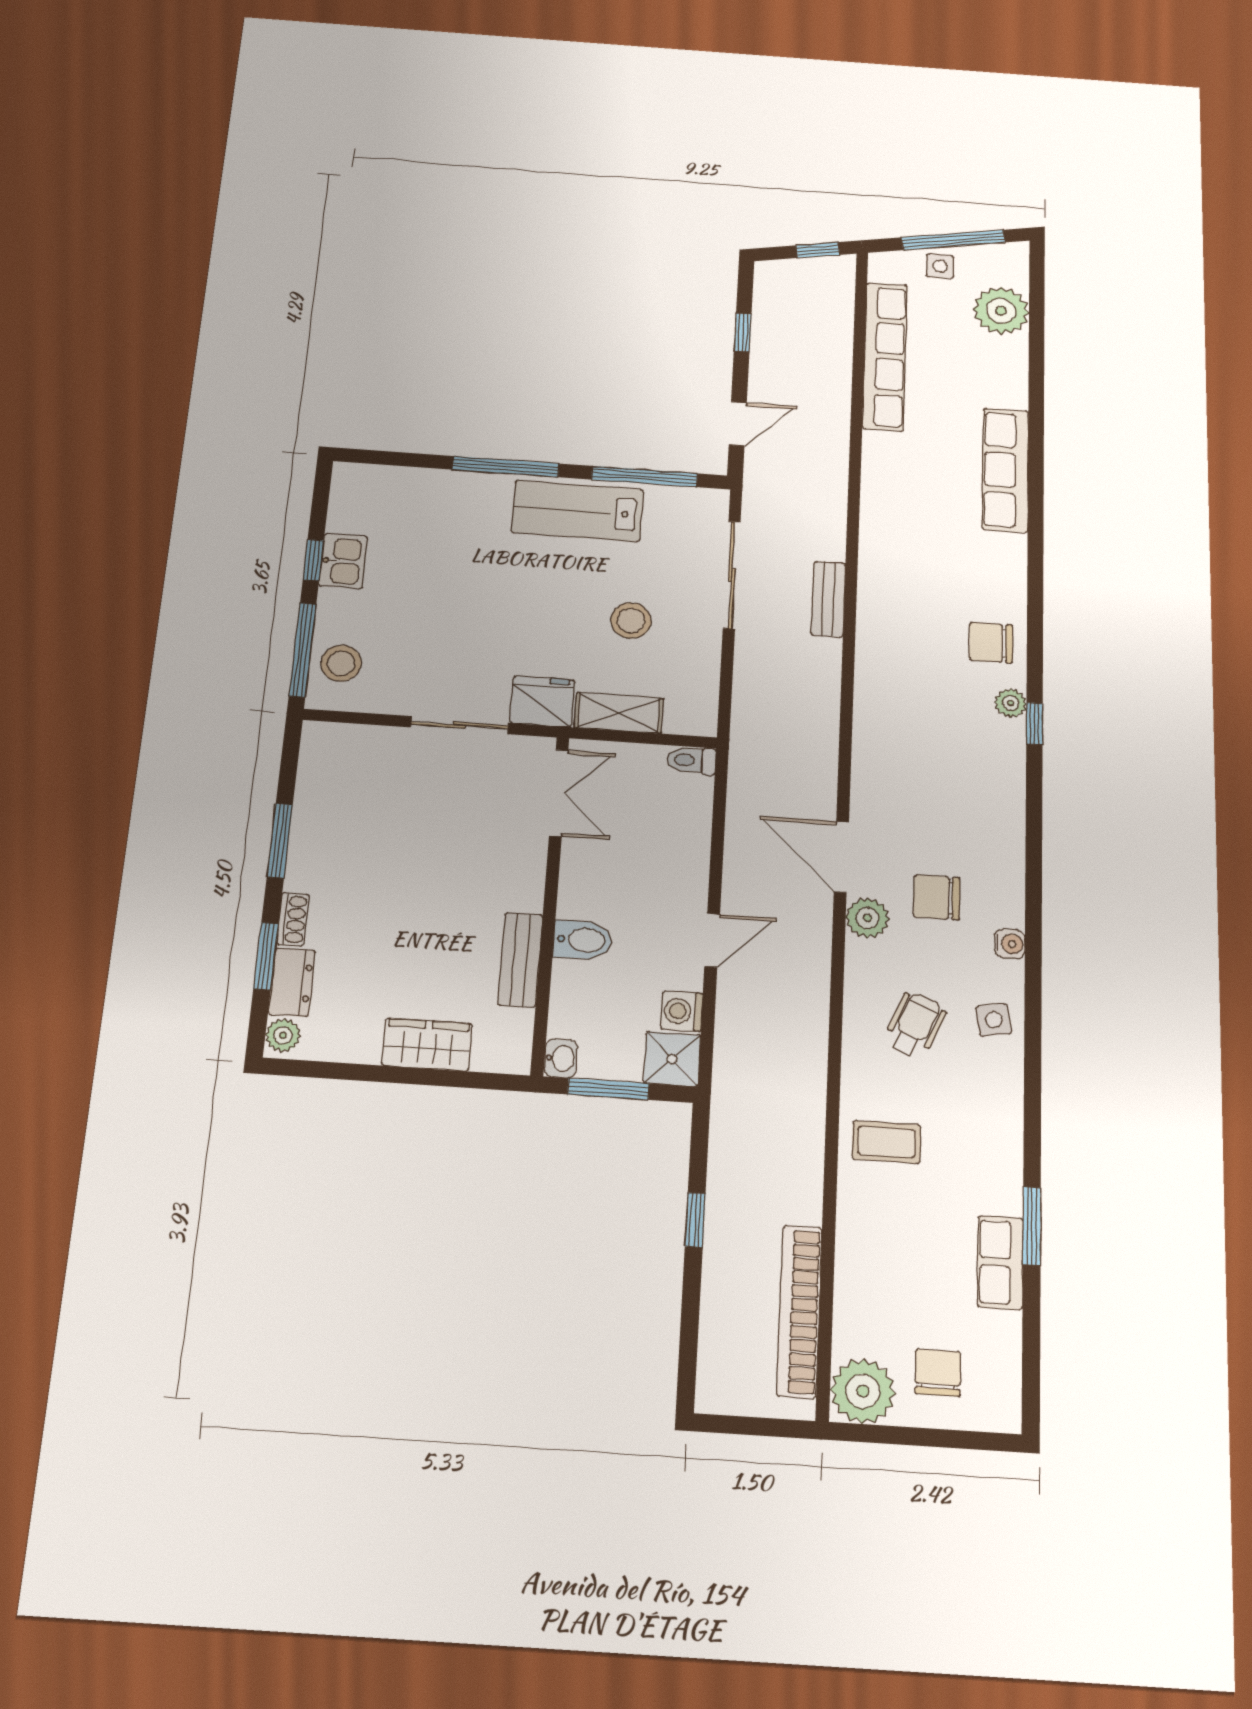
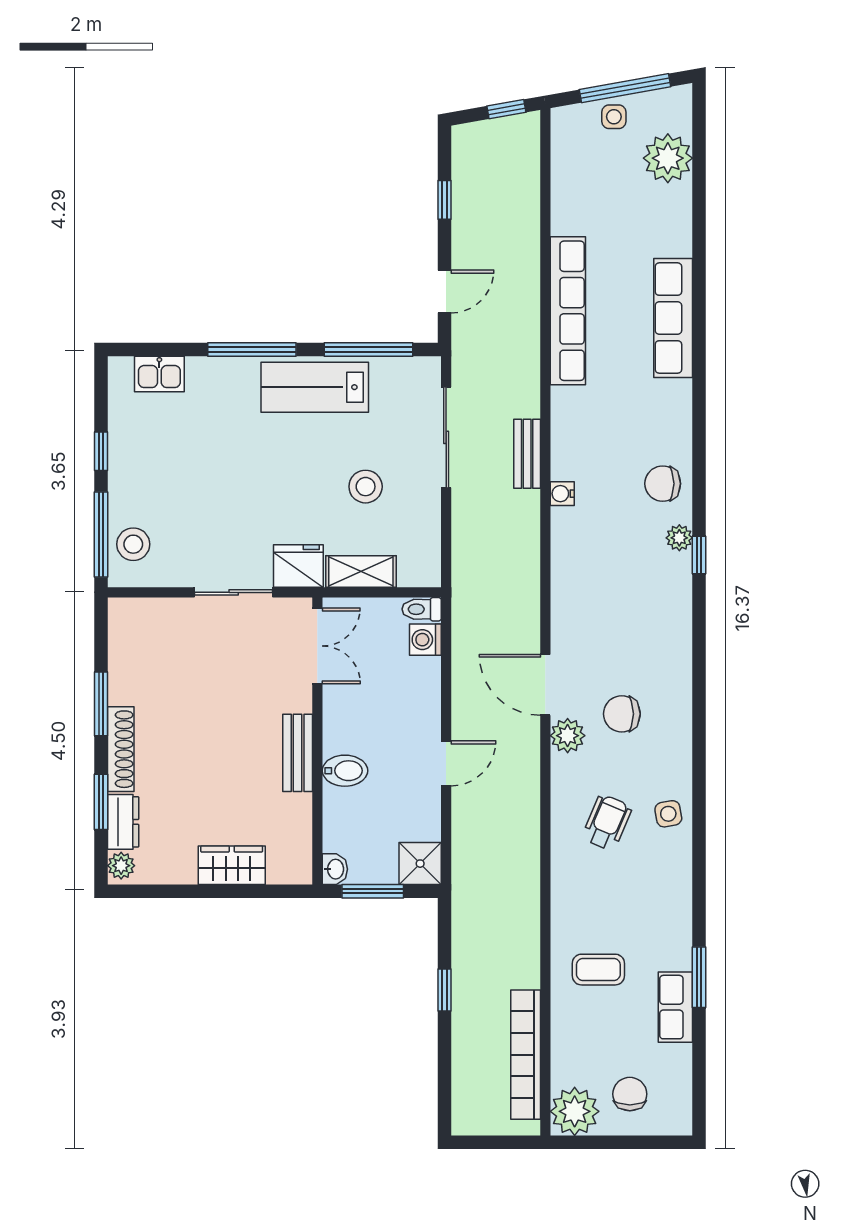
row of seats: (885, 356) -> (568, 311), moved
kitchen sink: (343, 561) -> (159, 374), moved, turned 90
shoe rack: (293, 919) -> (121, 749), width x1.94, depth x1.24
water cooler: (1010, 944) -> (562, 494), moved, turned 180
bench: (520, 960) -> (298, 753), moved
washing machine: (682, 1011) -> (425, 640), moved
coffee table: (886, 1142) -> (598, 970), moved

